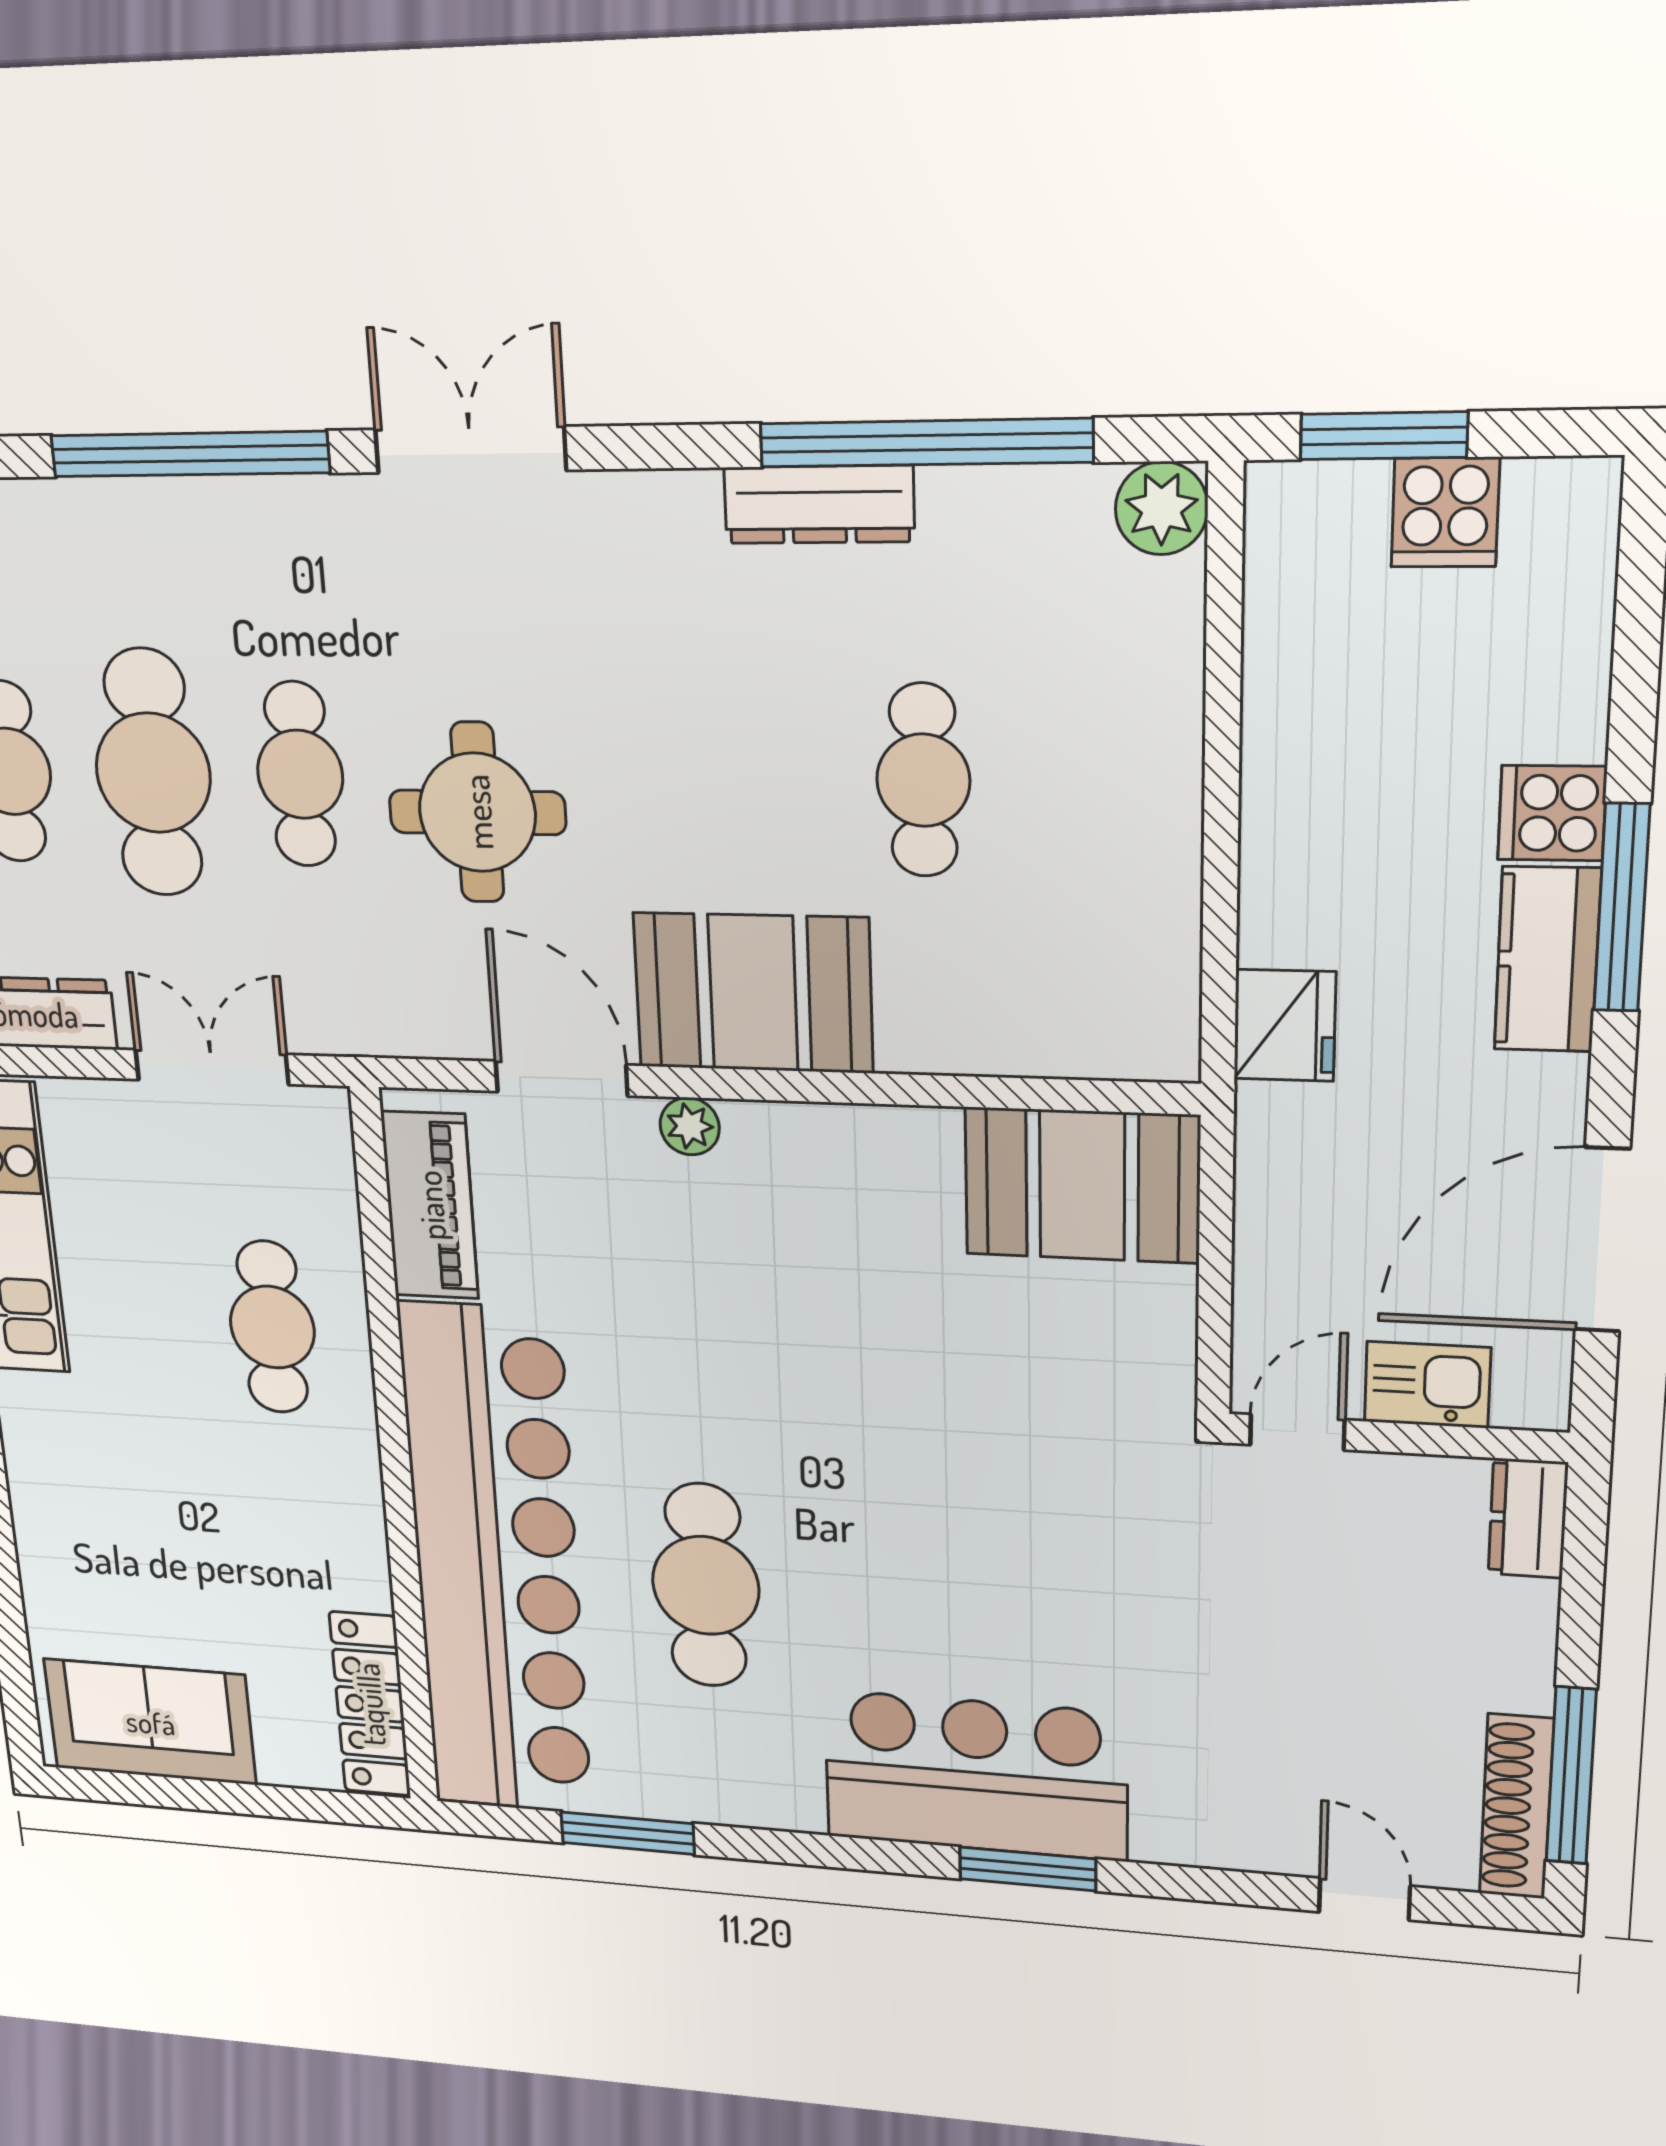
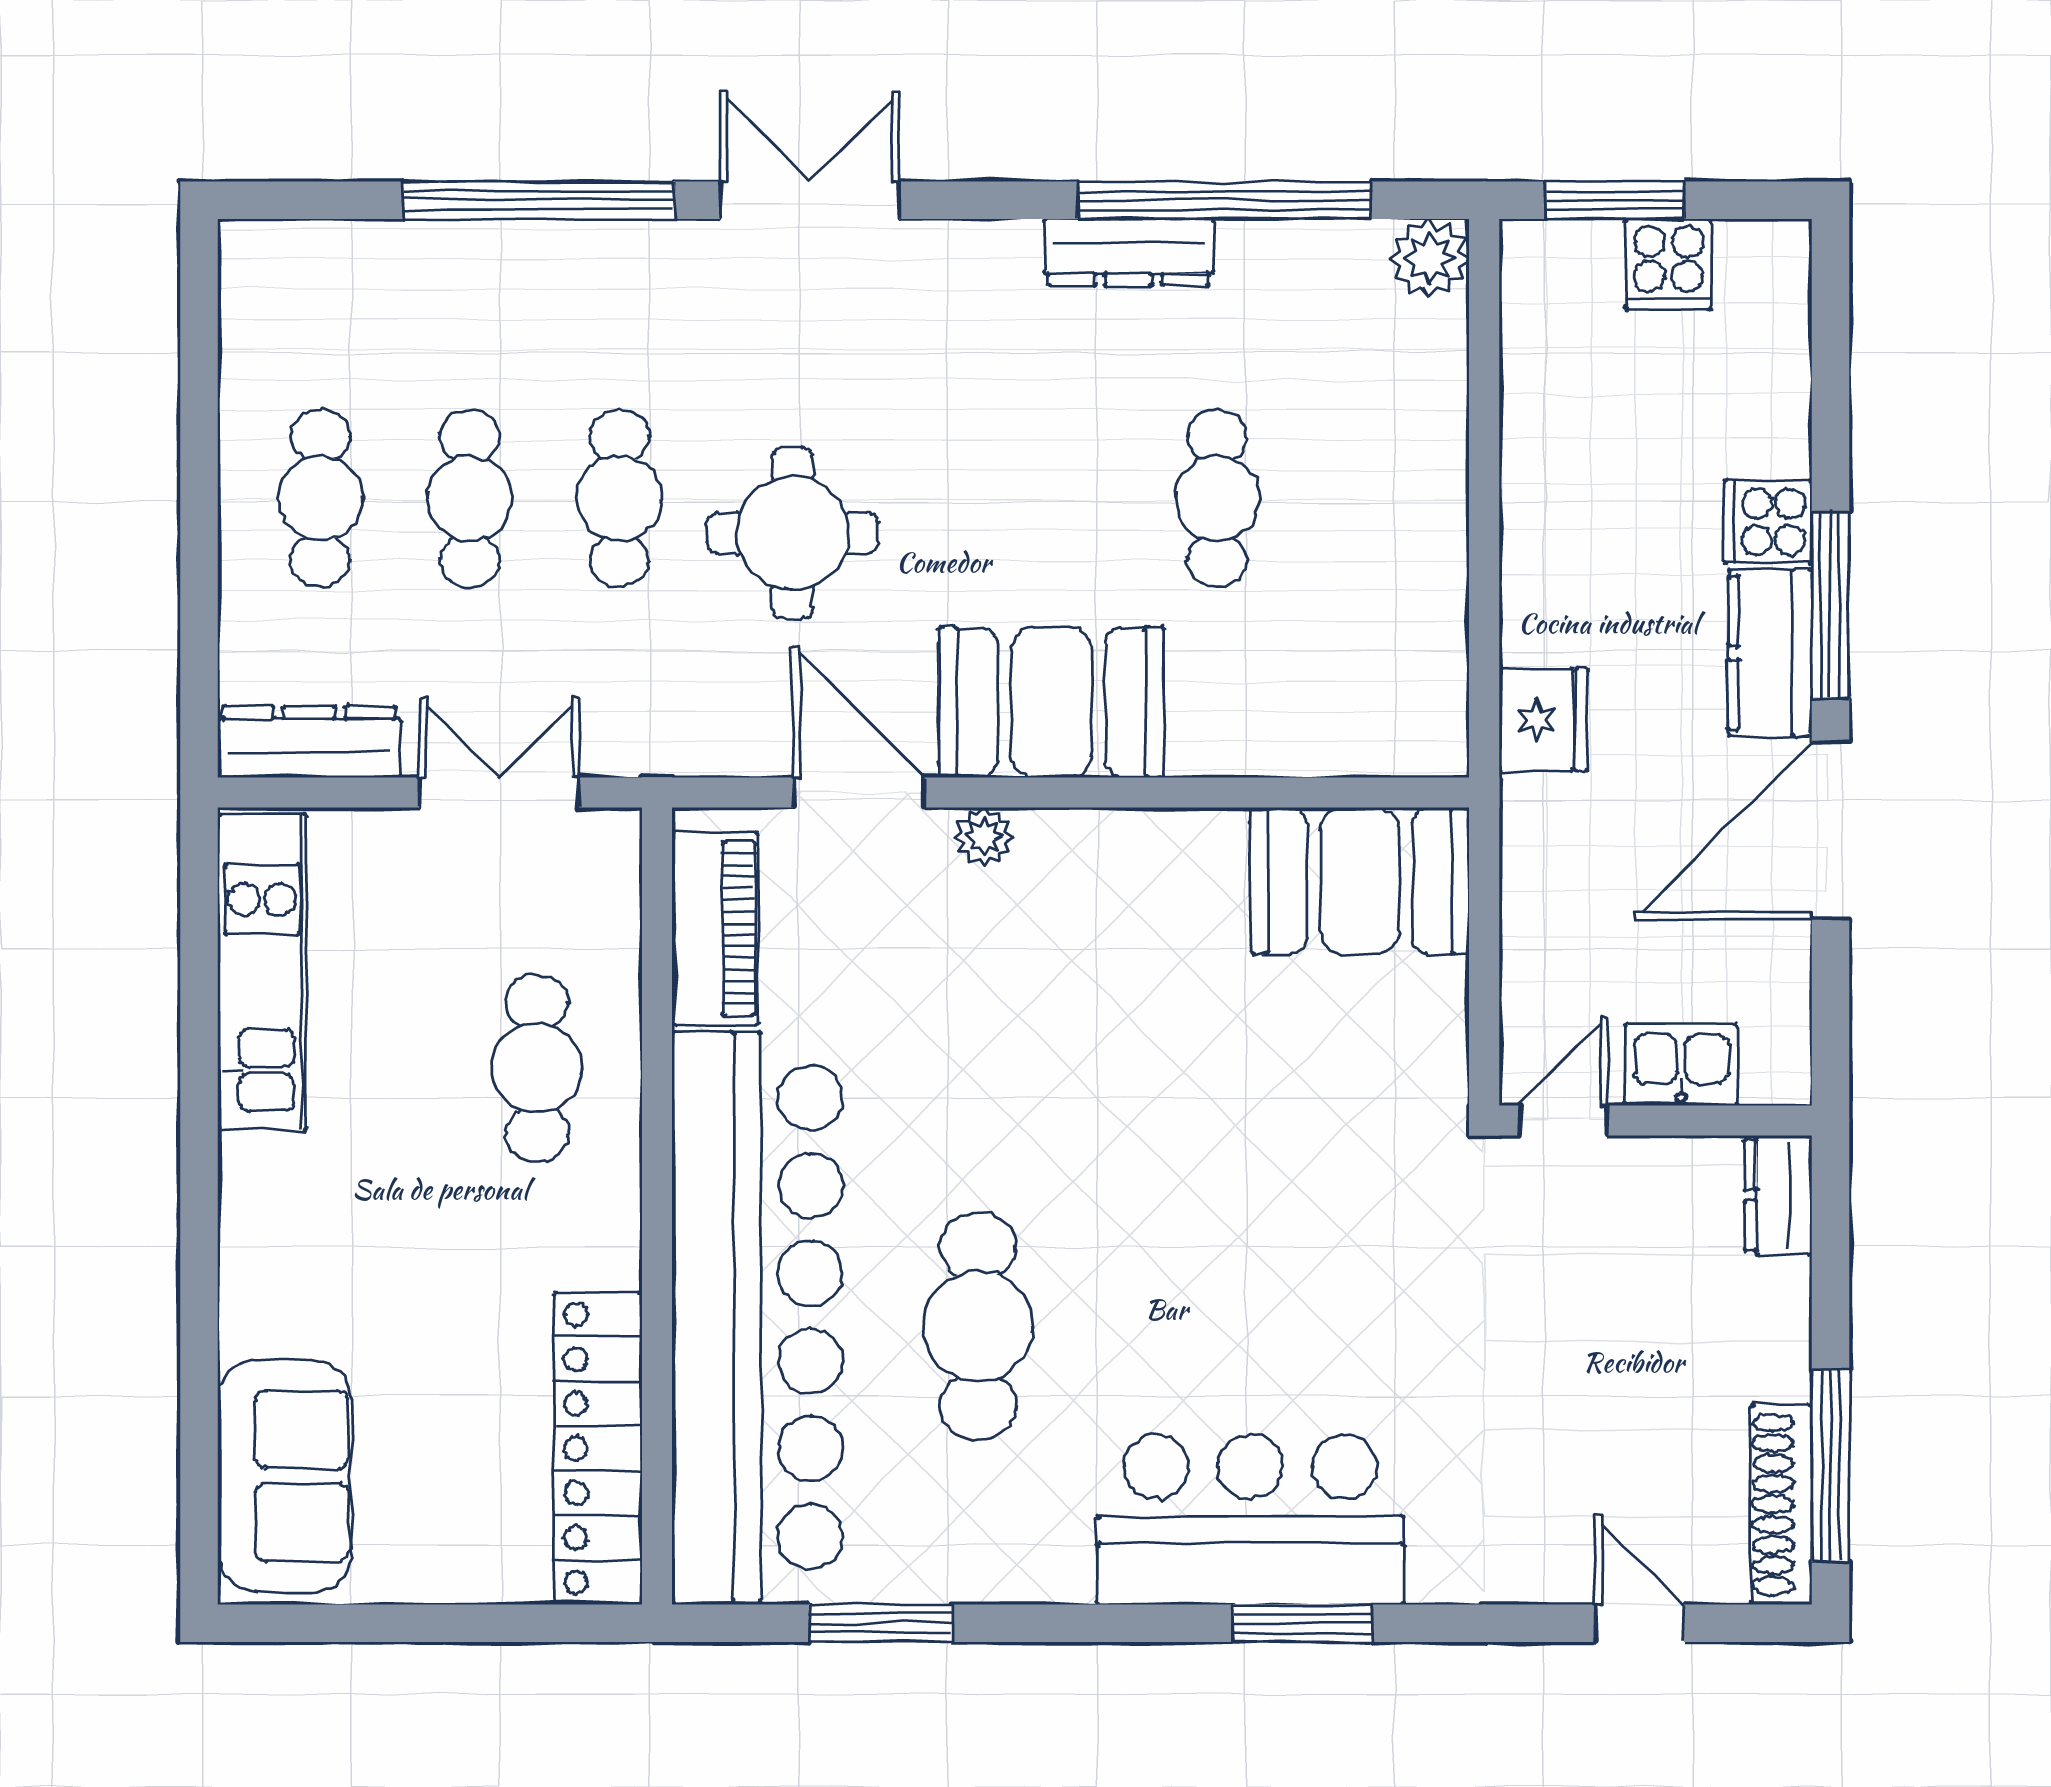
cafe table: (153, 773) -> (470, 498), width x0.73, depth x0.74
door: (1602, 1240) -> (1831, 830), moved
locker: (370, 1704) -> (598, 1448), width x1.41, depth x1.21
sofa: (150, 1722) -> (285, 1476), moved, turned 90

